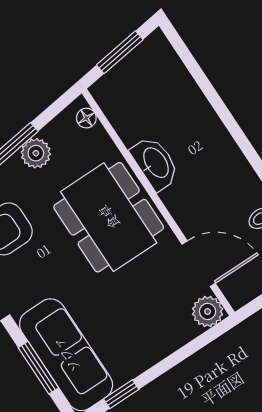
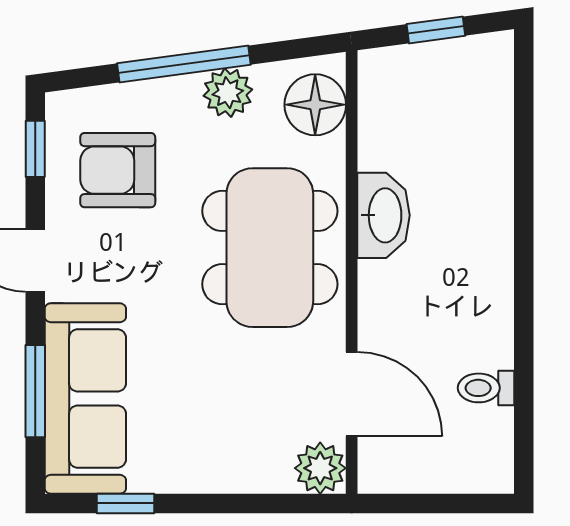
window: (120, 52) -> (436, 30), width x0.67
floor lamp: (86, 118) -> (315, 105), width x1.89, depth x1.89

